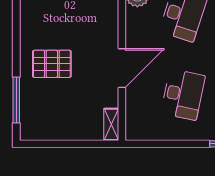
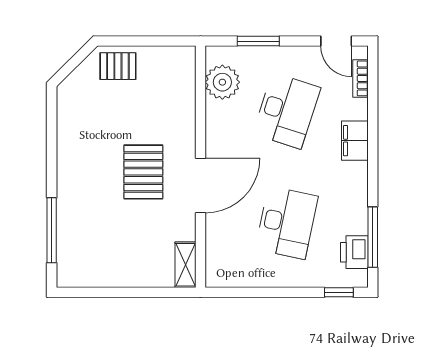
pallet: (52, 64) -> (143, 172), moved, turned 90

